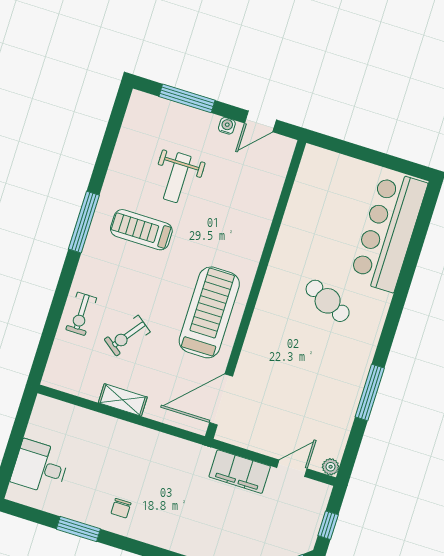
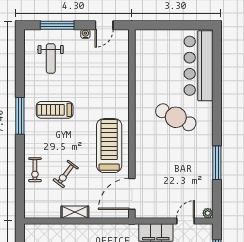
weight bench: (177, 178) -> (51, 58), moved
cafe table: (328, 301) -> (176, 117), width x1.37, depth x1.35

